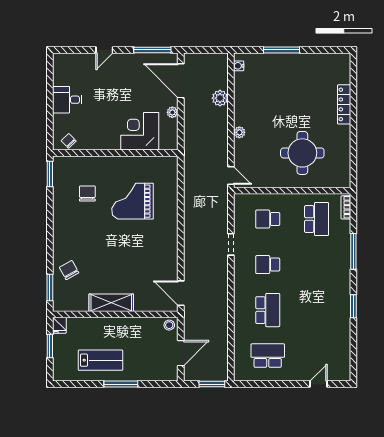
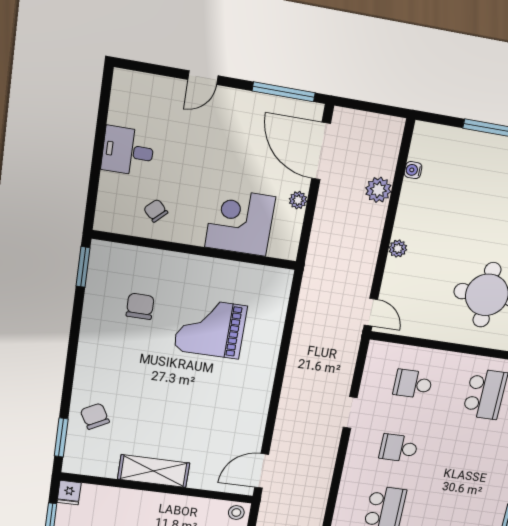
water cooler: (239, 66) -> (413, 170), moved
chair: (69, 141) -> (156, 211), moved
door: (181, 293) -> (262, 471), hinge flipped

